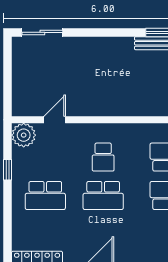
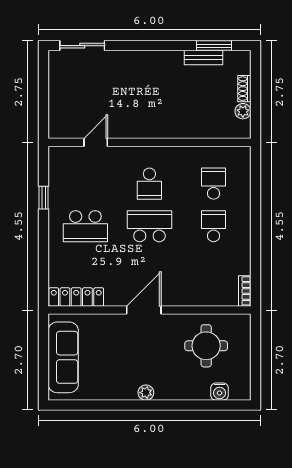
plant: (24, 135) -> (61, 159), removed
school desk: (103, 195) -> (149, 226), turned 180

